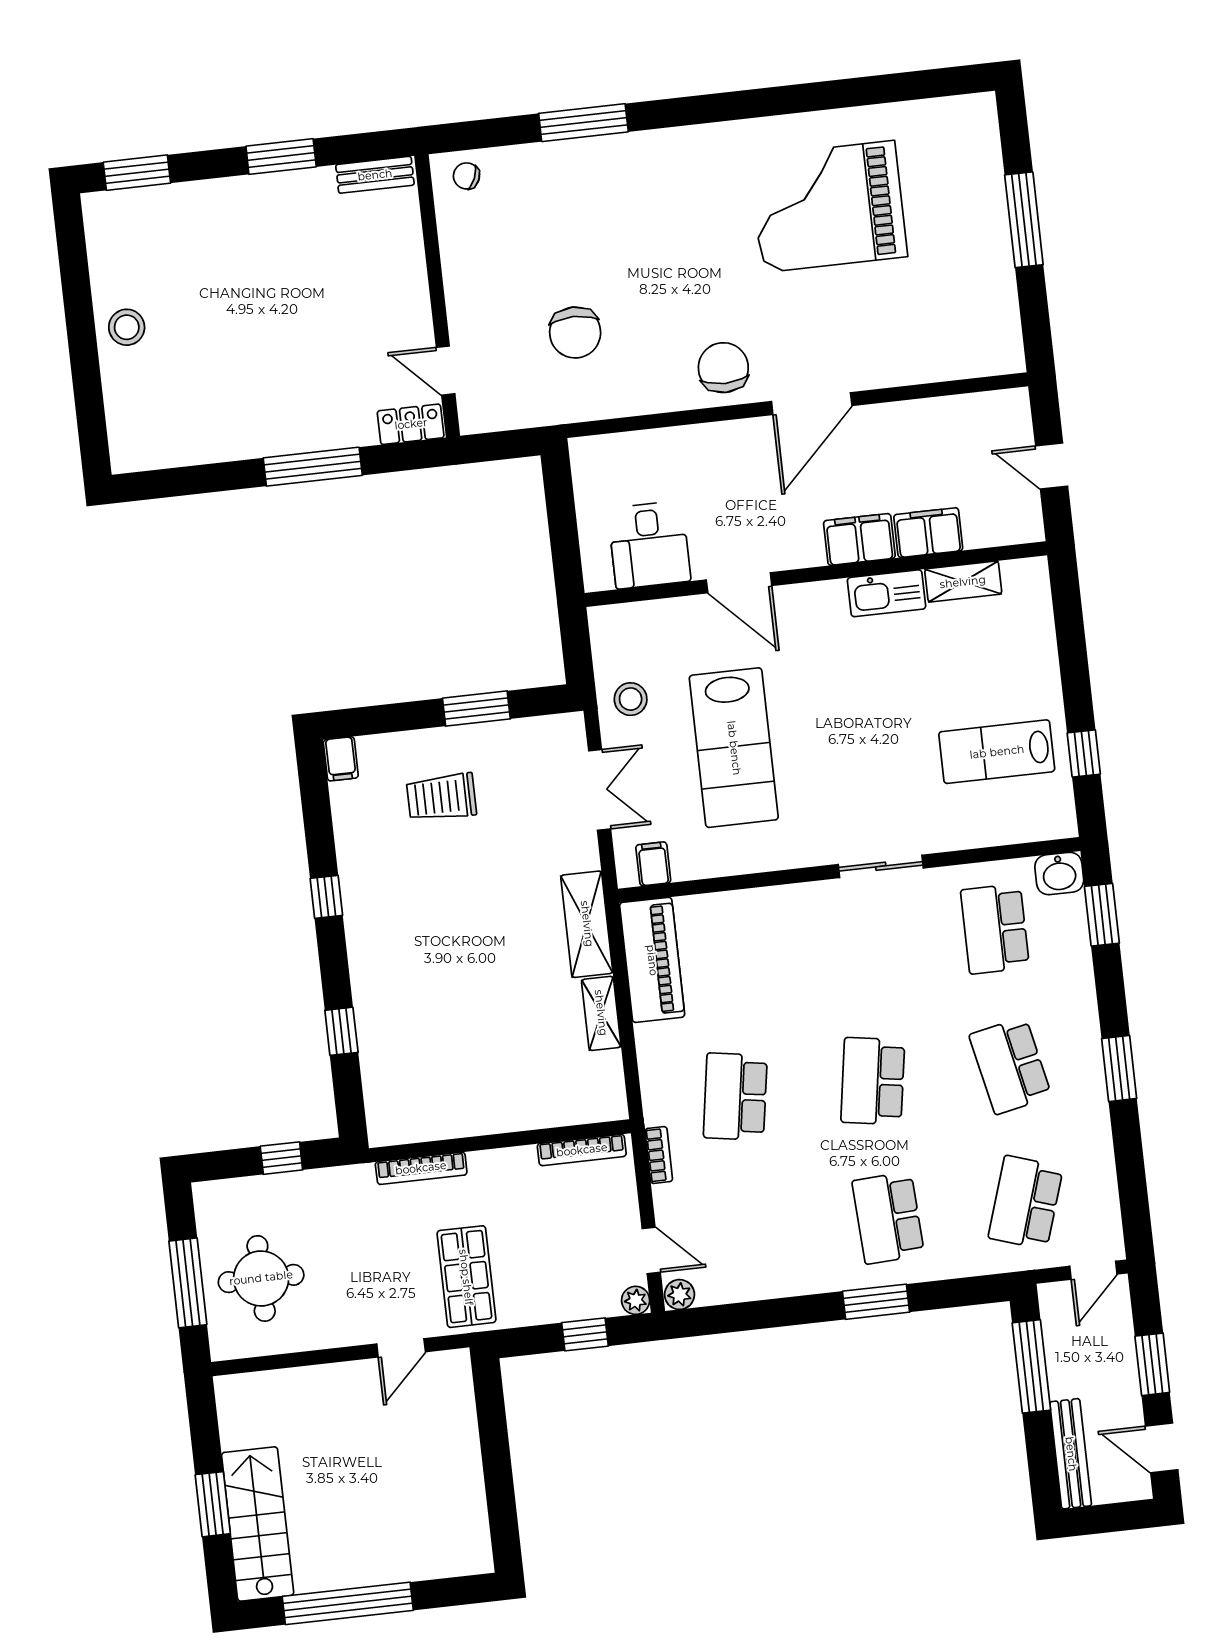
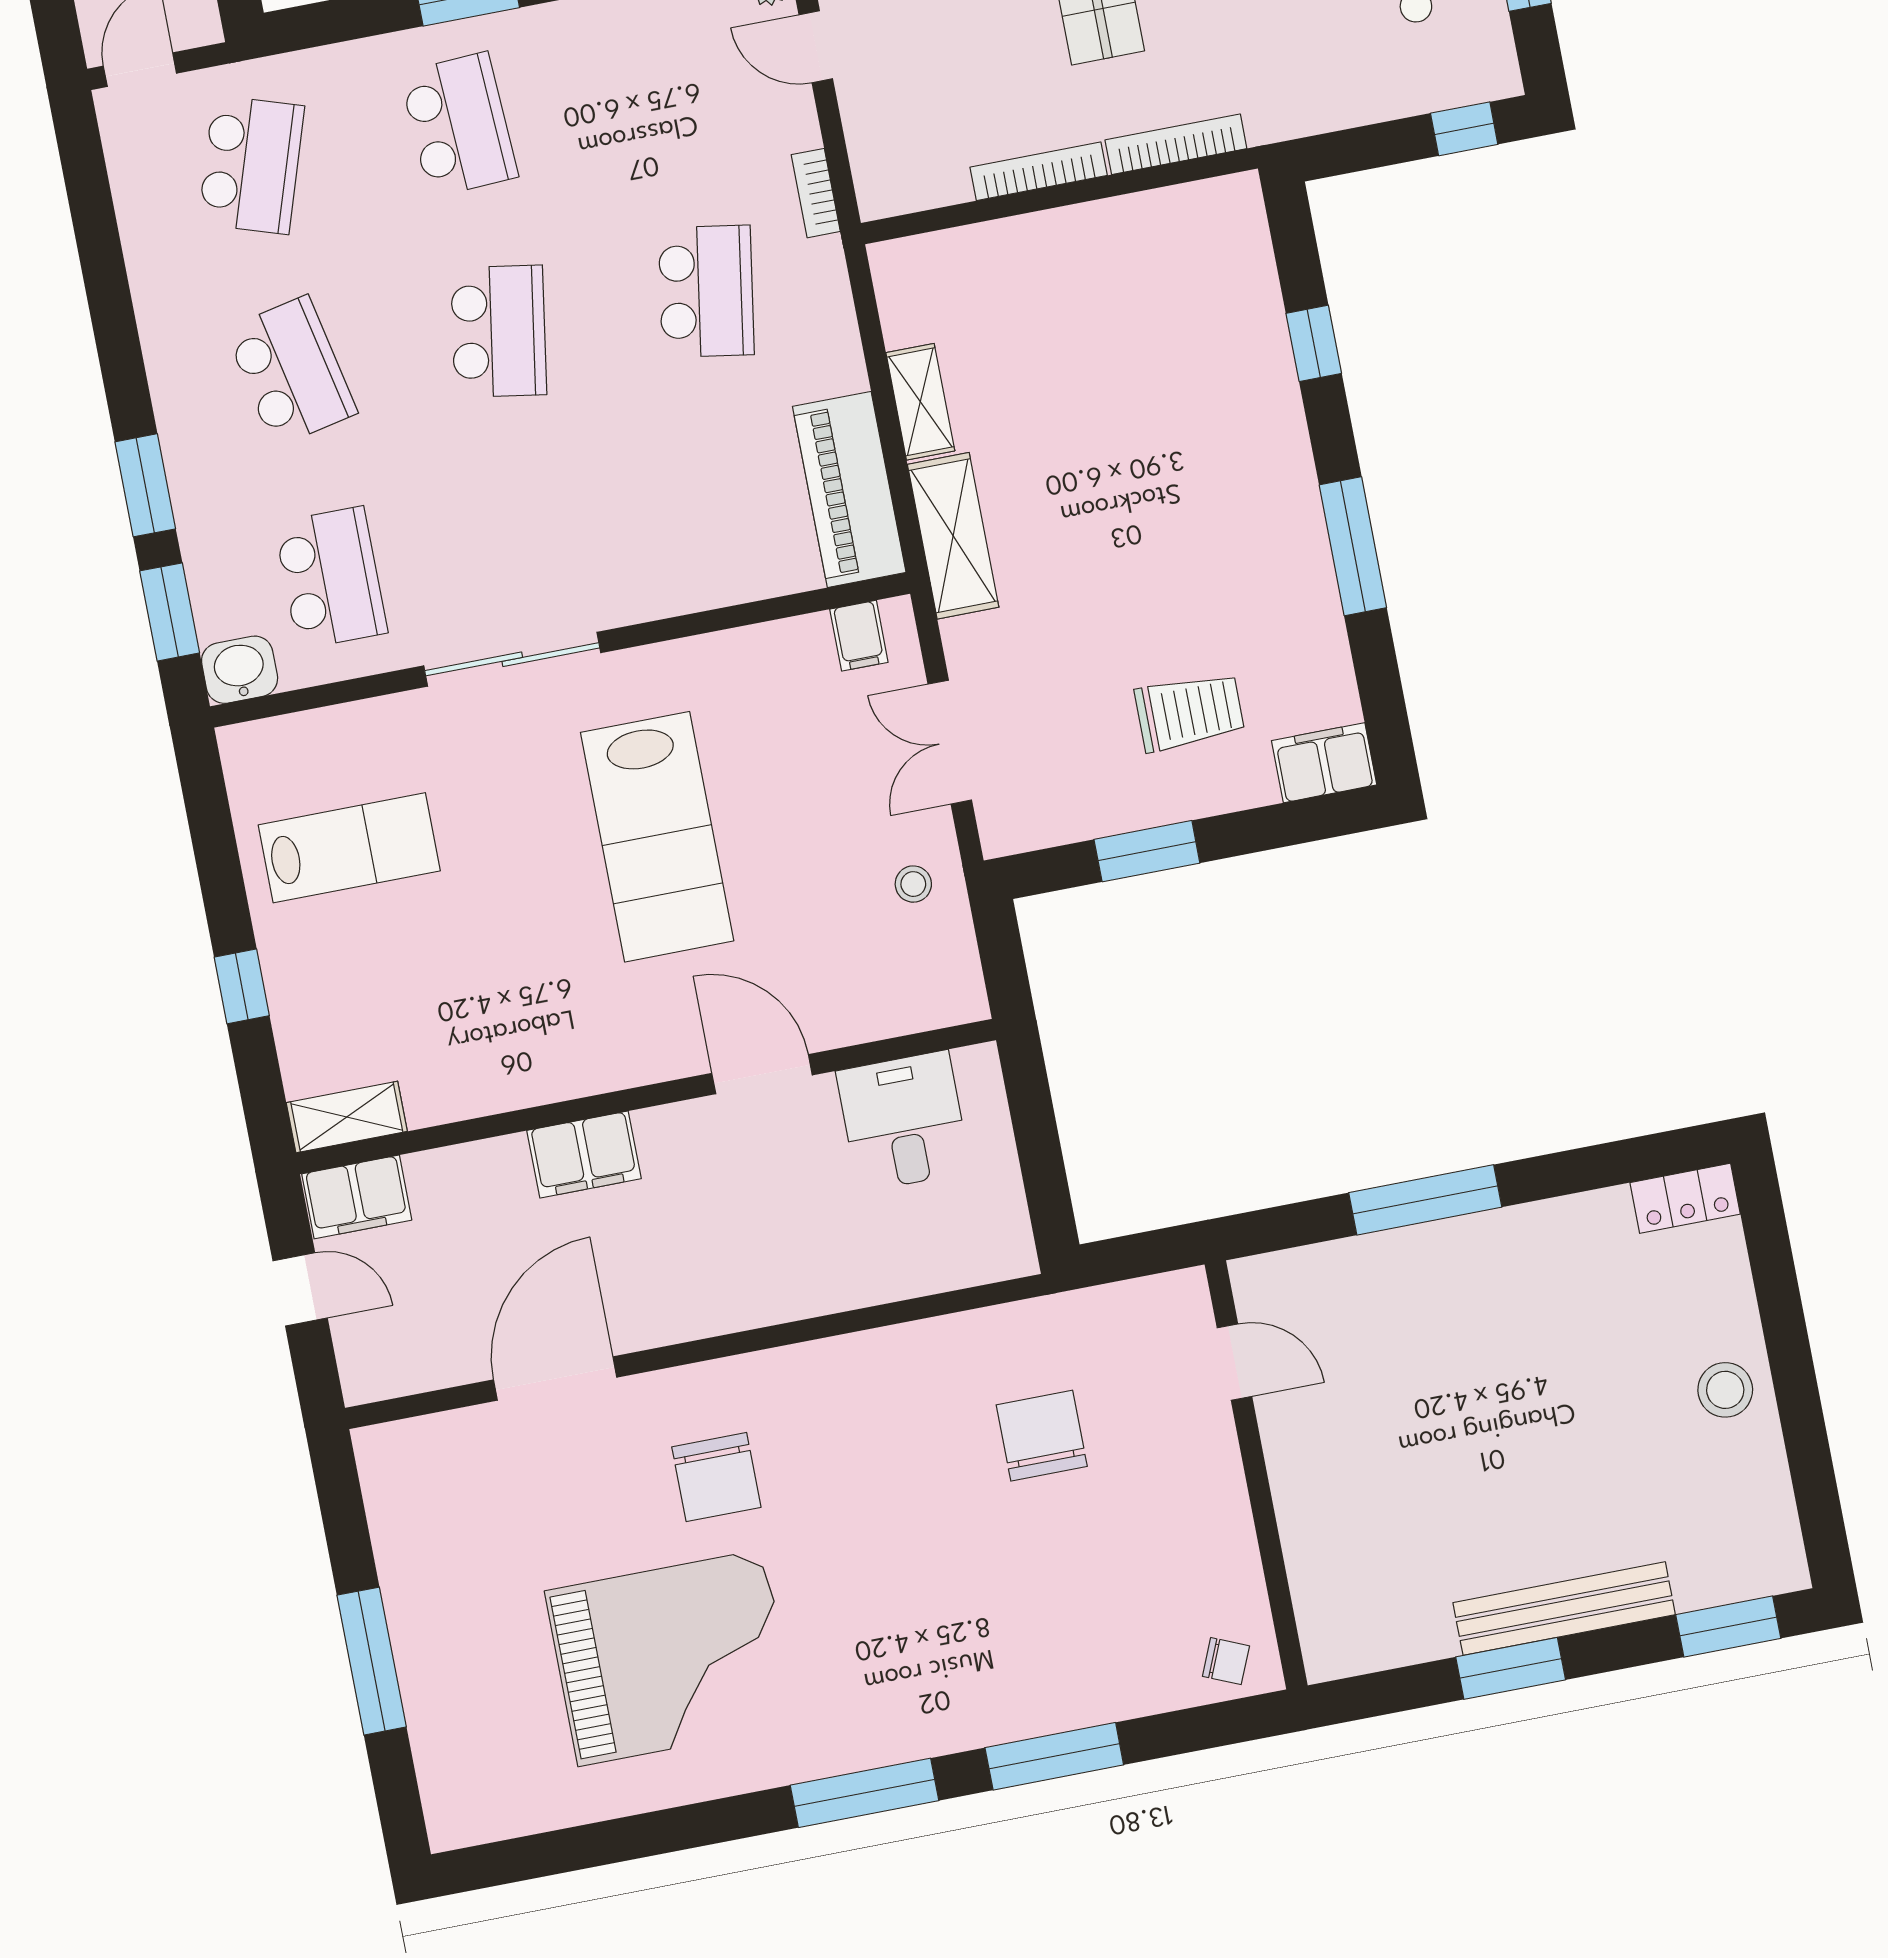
window: (709, 108) -> (865, 1793), added
bench: (375, 175) -> (1564, 1609), moved, width x1.86, depth x1.21
chair: (723, 368) -> (716, 1477), moved
door: (812, 404) -> (555, 1378), moved
locker: (411, 424) -> (1685, 1198), moved
filing cabinet: (928, 533) -> (357, 1197), moved
shelving: (963, 582) -> (347, 1117), moved
kitchen sink: (887, 593) -> (536, 1076), removed
stool: (631, 699) -> (913, 884), width x0.73, depth x0.73
lab bench: (734, 748) -> (657, 837), moved, turned 180
window: (1084, 753) -> (242, 986), moved
filing cabinet: (341, 759) -> (1324, 763), width x2.00
sliding door: (881, 866) -> (512, 659), width x1.37
window: (326, 897) -> (1353, 546), width x2.17
window: (1119, 1069) -> (145, 485), moved
bookcase: (582, 1150) -> (1039, 171), moved
window: (281, 1158) -> (1464, 129), moved

